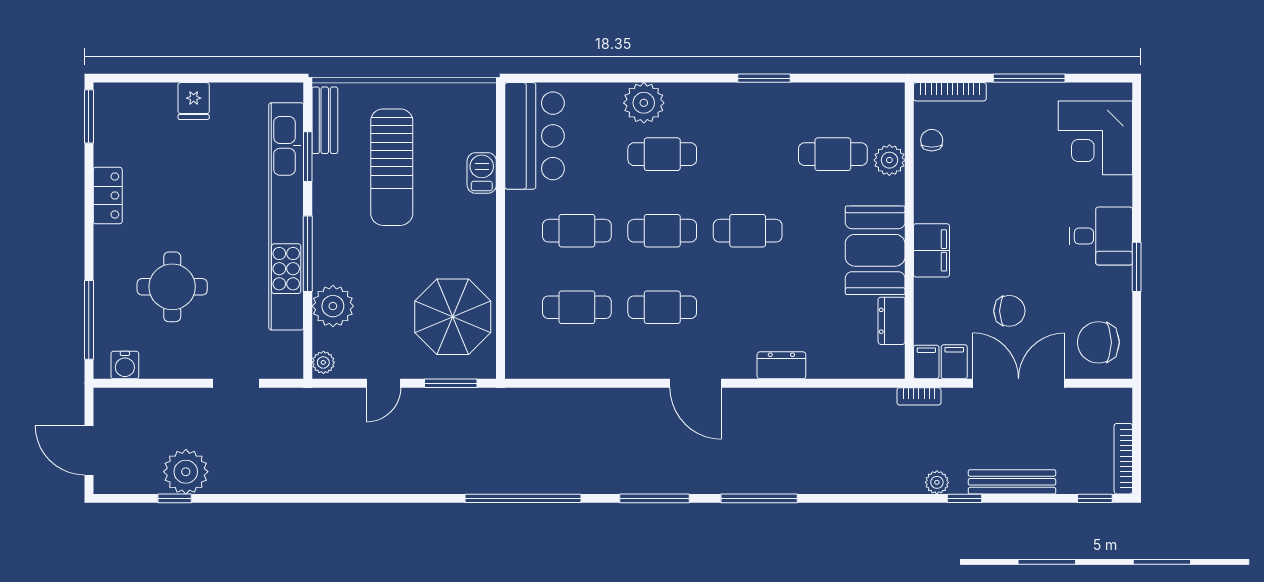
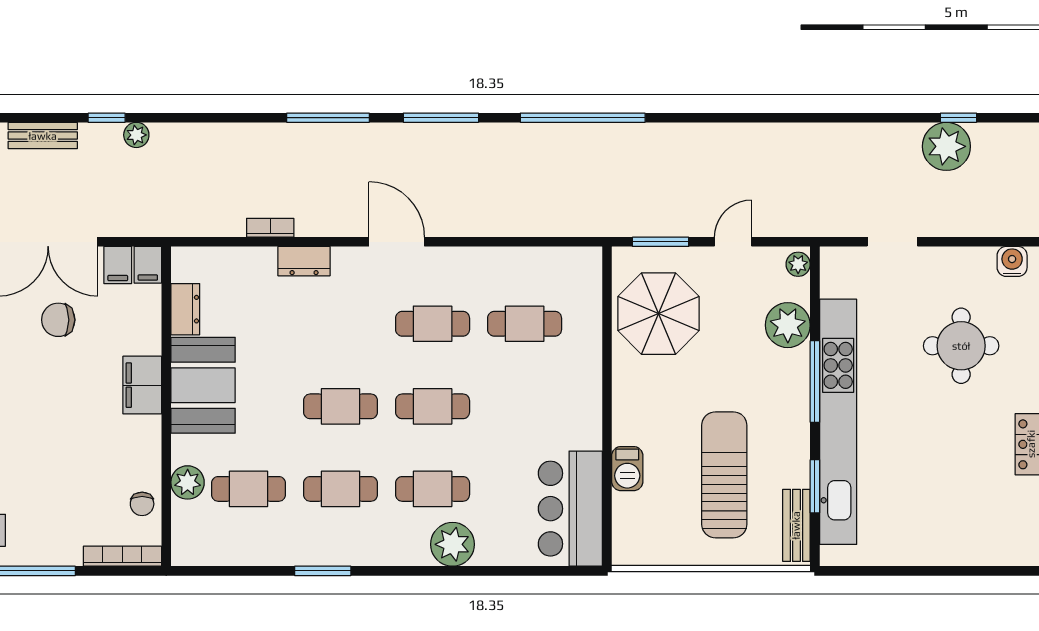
fridge: (194, 101) -> (938, 546), removed
cafe table: (577, 231) -> (341, 489), moved
bookcase: (919, 396) -> (270, 228), moved
bench: (1012, 482) -> (43, 136), width x0.73

